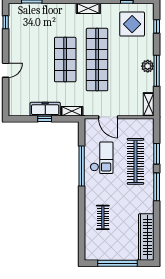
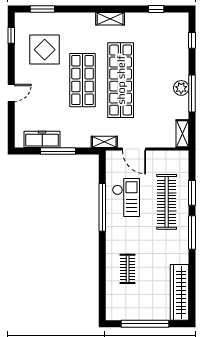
display table: (132, 24) -> (45, 50), moved
freezer: (45, 109) -> (42, 139), moved
shelving: (72, 111) -> (104, 142), moved
window: (45, 119) -> (58, 151), width x2.17

